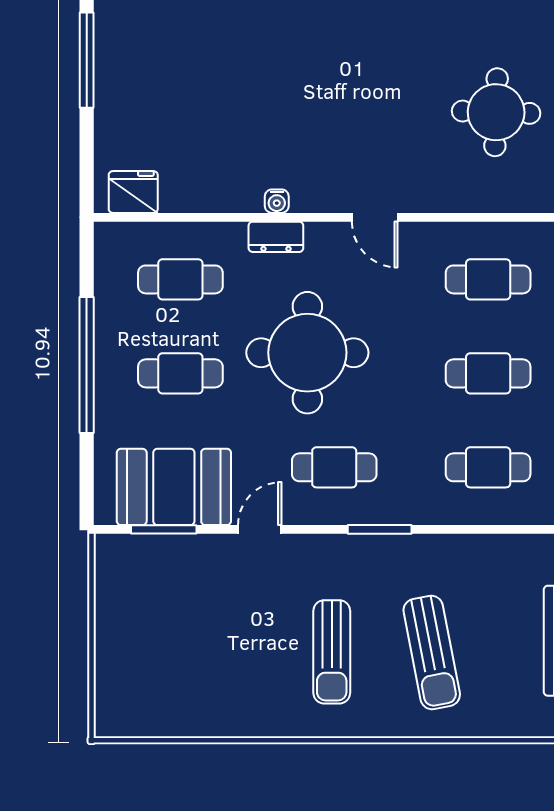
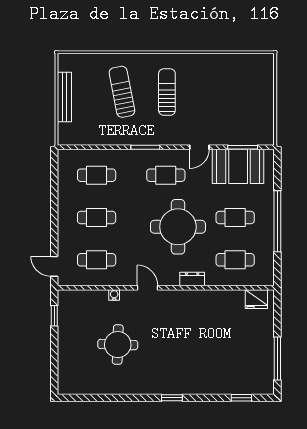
round table: (496, 112) -> (118, 345), moved
water cooler: (277, 201) -> (114, 295), moved

